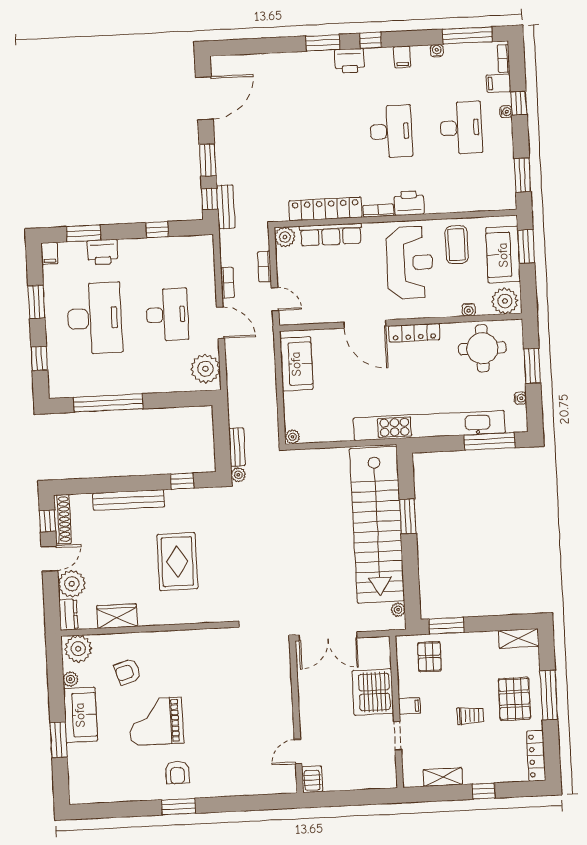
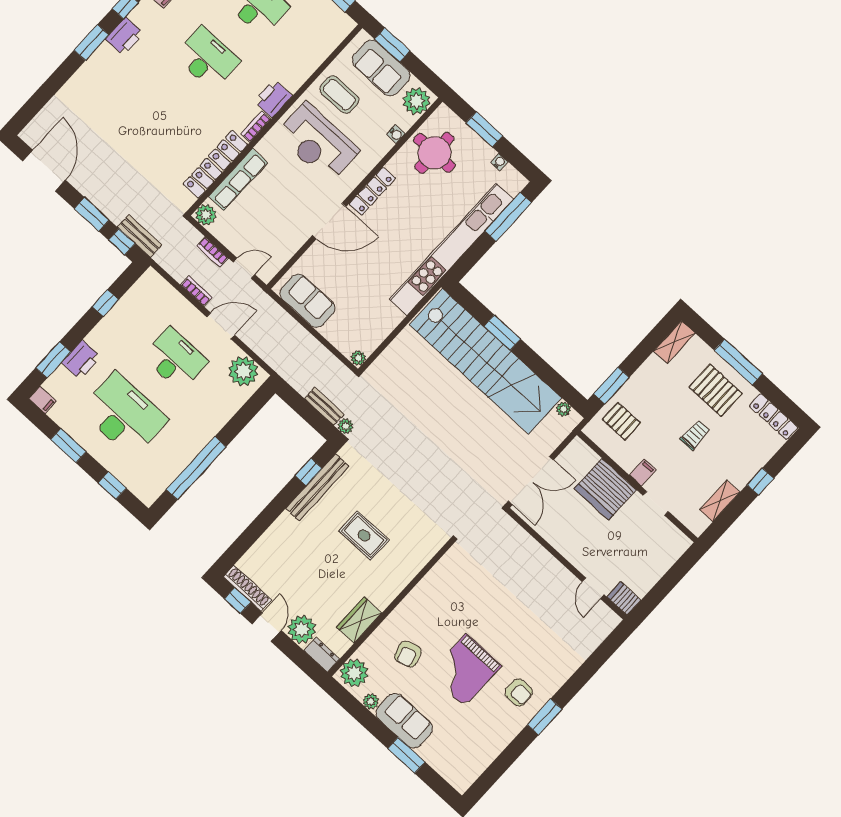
reception desk: (410, 263) -> (318, 142), turned 180
bench: (129, 500) -> (317, 487), moved
rug: (177, 562) -> (364, 535), width x0.73, depth x0.70

